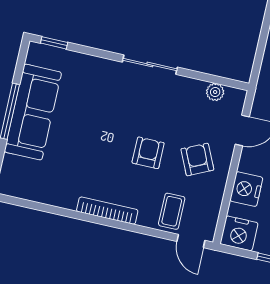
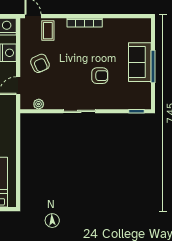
sofa: (33, 112) -> (140, 62), width x0.73
armchair: (148, 153) -> (100, 76), moved, turned -90

